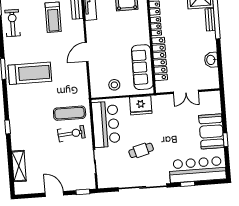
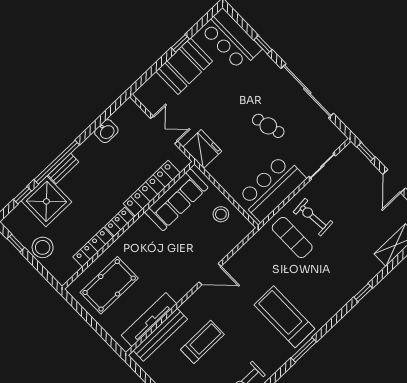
fridge: (141, 105) -> (202, 149), moved
bar counter: (198, 170) -> (231, 39), width x0.73

